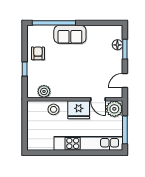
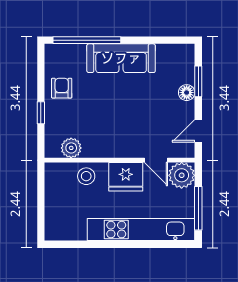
sofa: (70, 34) -> (121, 58), width x1.36
floor lamp: (117, 45) -> (187, 93), moved

